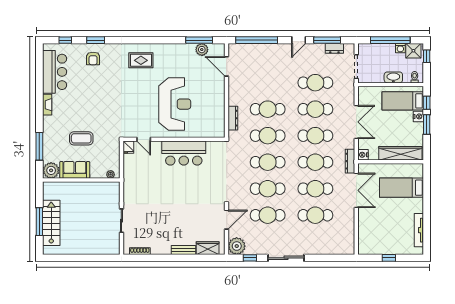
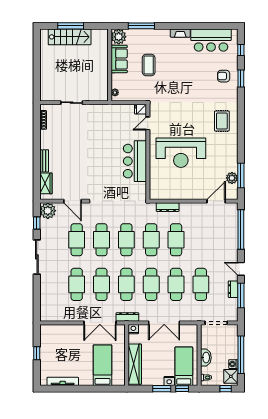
dresser: (334, 48) -> (233, 289), moved

